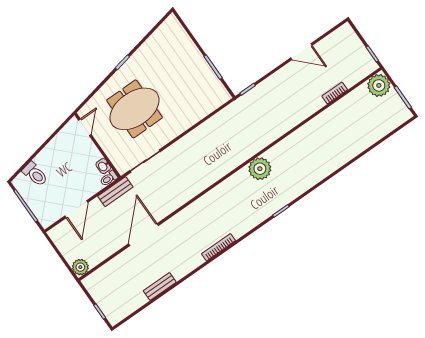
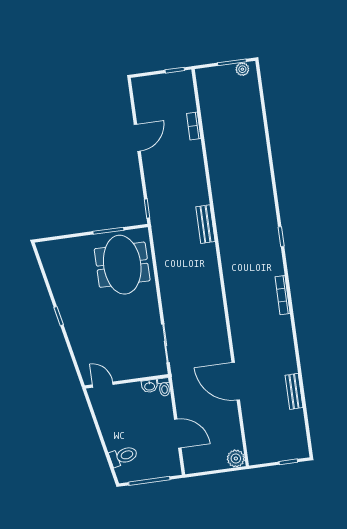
plant: (379, 85) -> (242, 69), moved, width x0.53, depth x0.53
meeting table: (135, 109) -> (122, 265), moved
plant: (260, 169) -> (230, 236), removed
bench: (115, 192) -> (205, 224), moved
bookcase: (219, 247) -> (283, 295), moved

